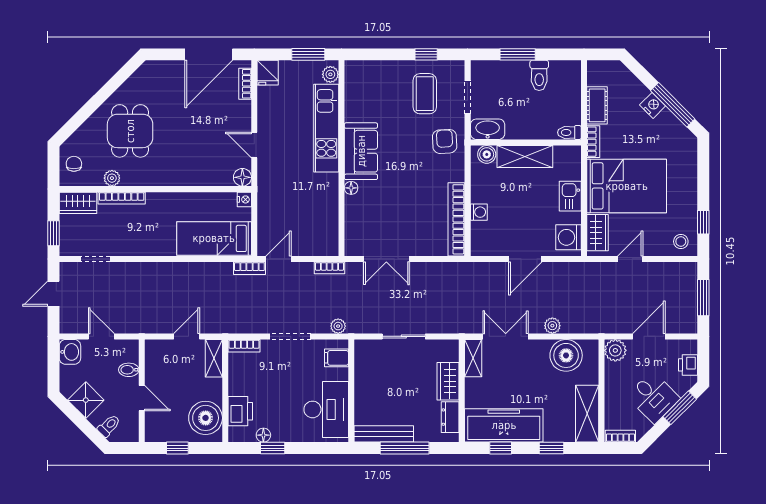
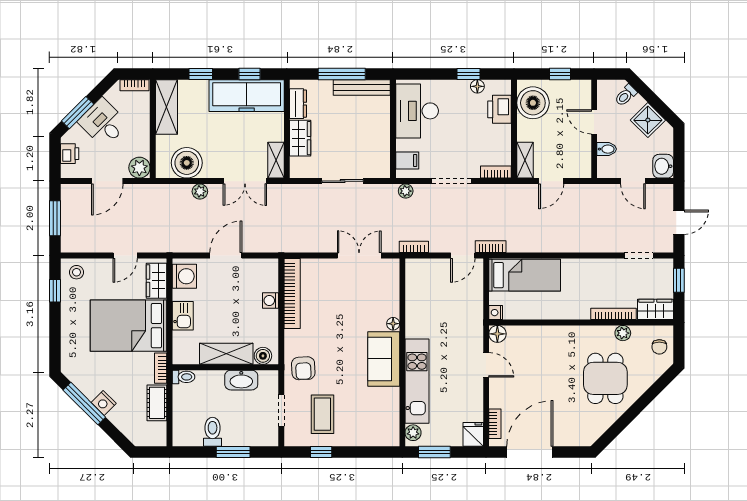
washbasin: (488, 129) -> (241, 380), moved

